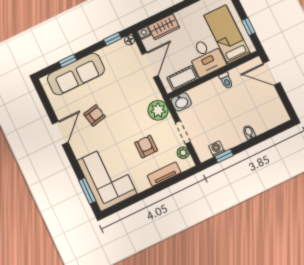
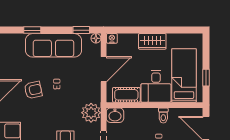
wardrobe: (164, 27) -> (152, 41), moved
sofa: (76, 74) -> (53, 45), moved

